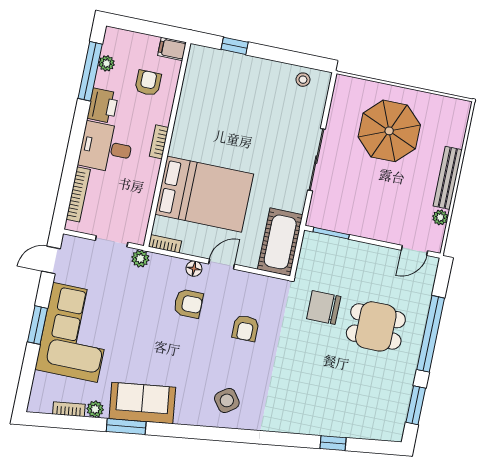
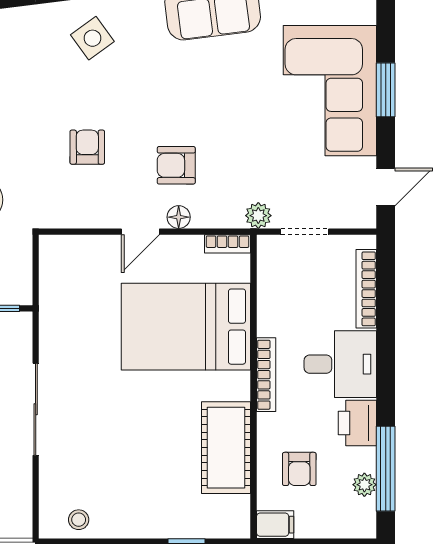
bookcase: (159, 142) -> (266, 375), width x1.56
cot: (280, 242) -> (226, 448), moved

